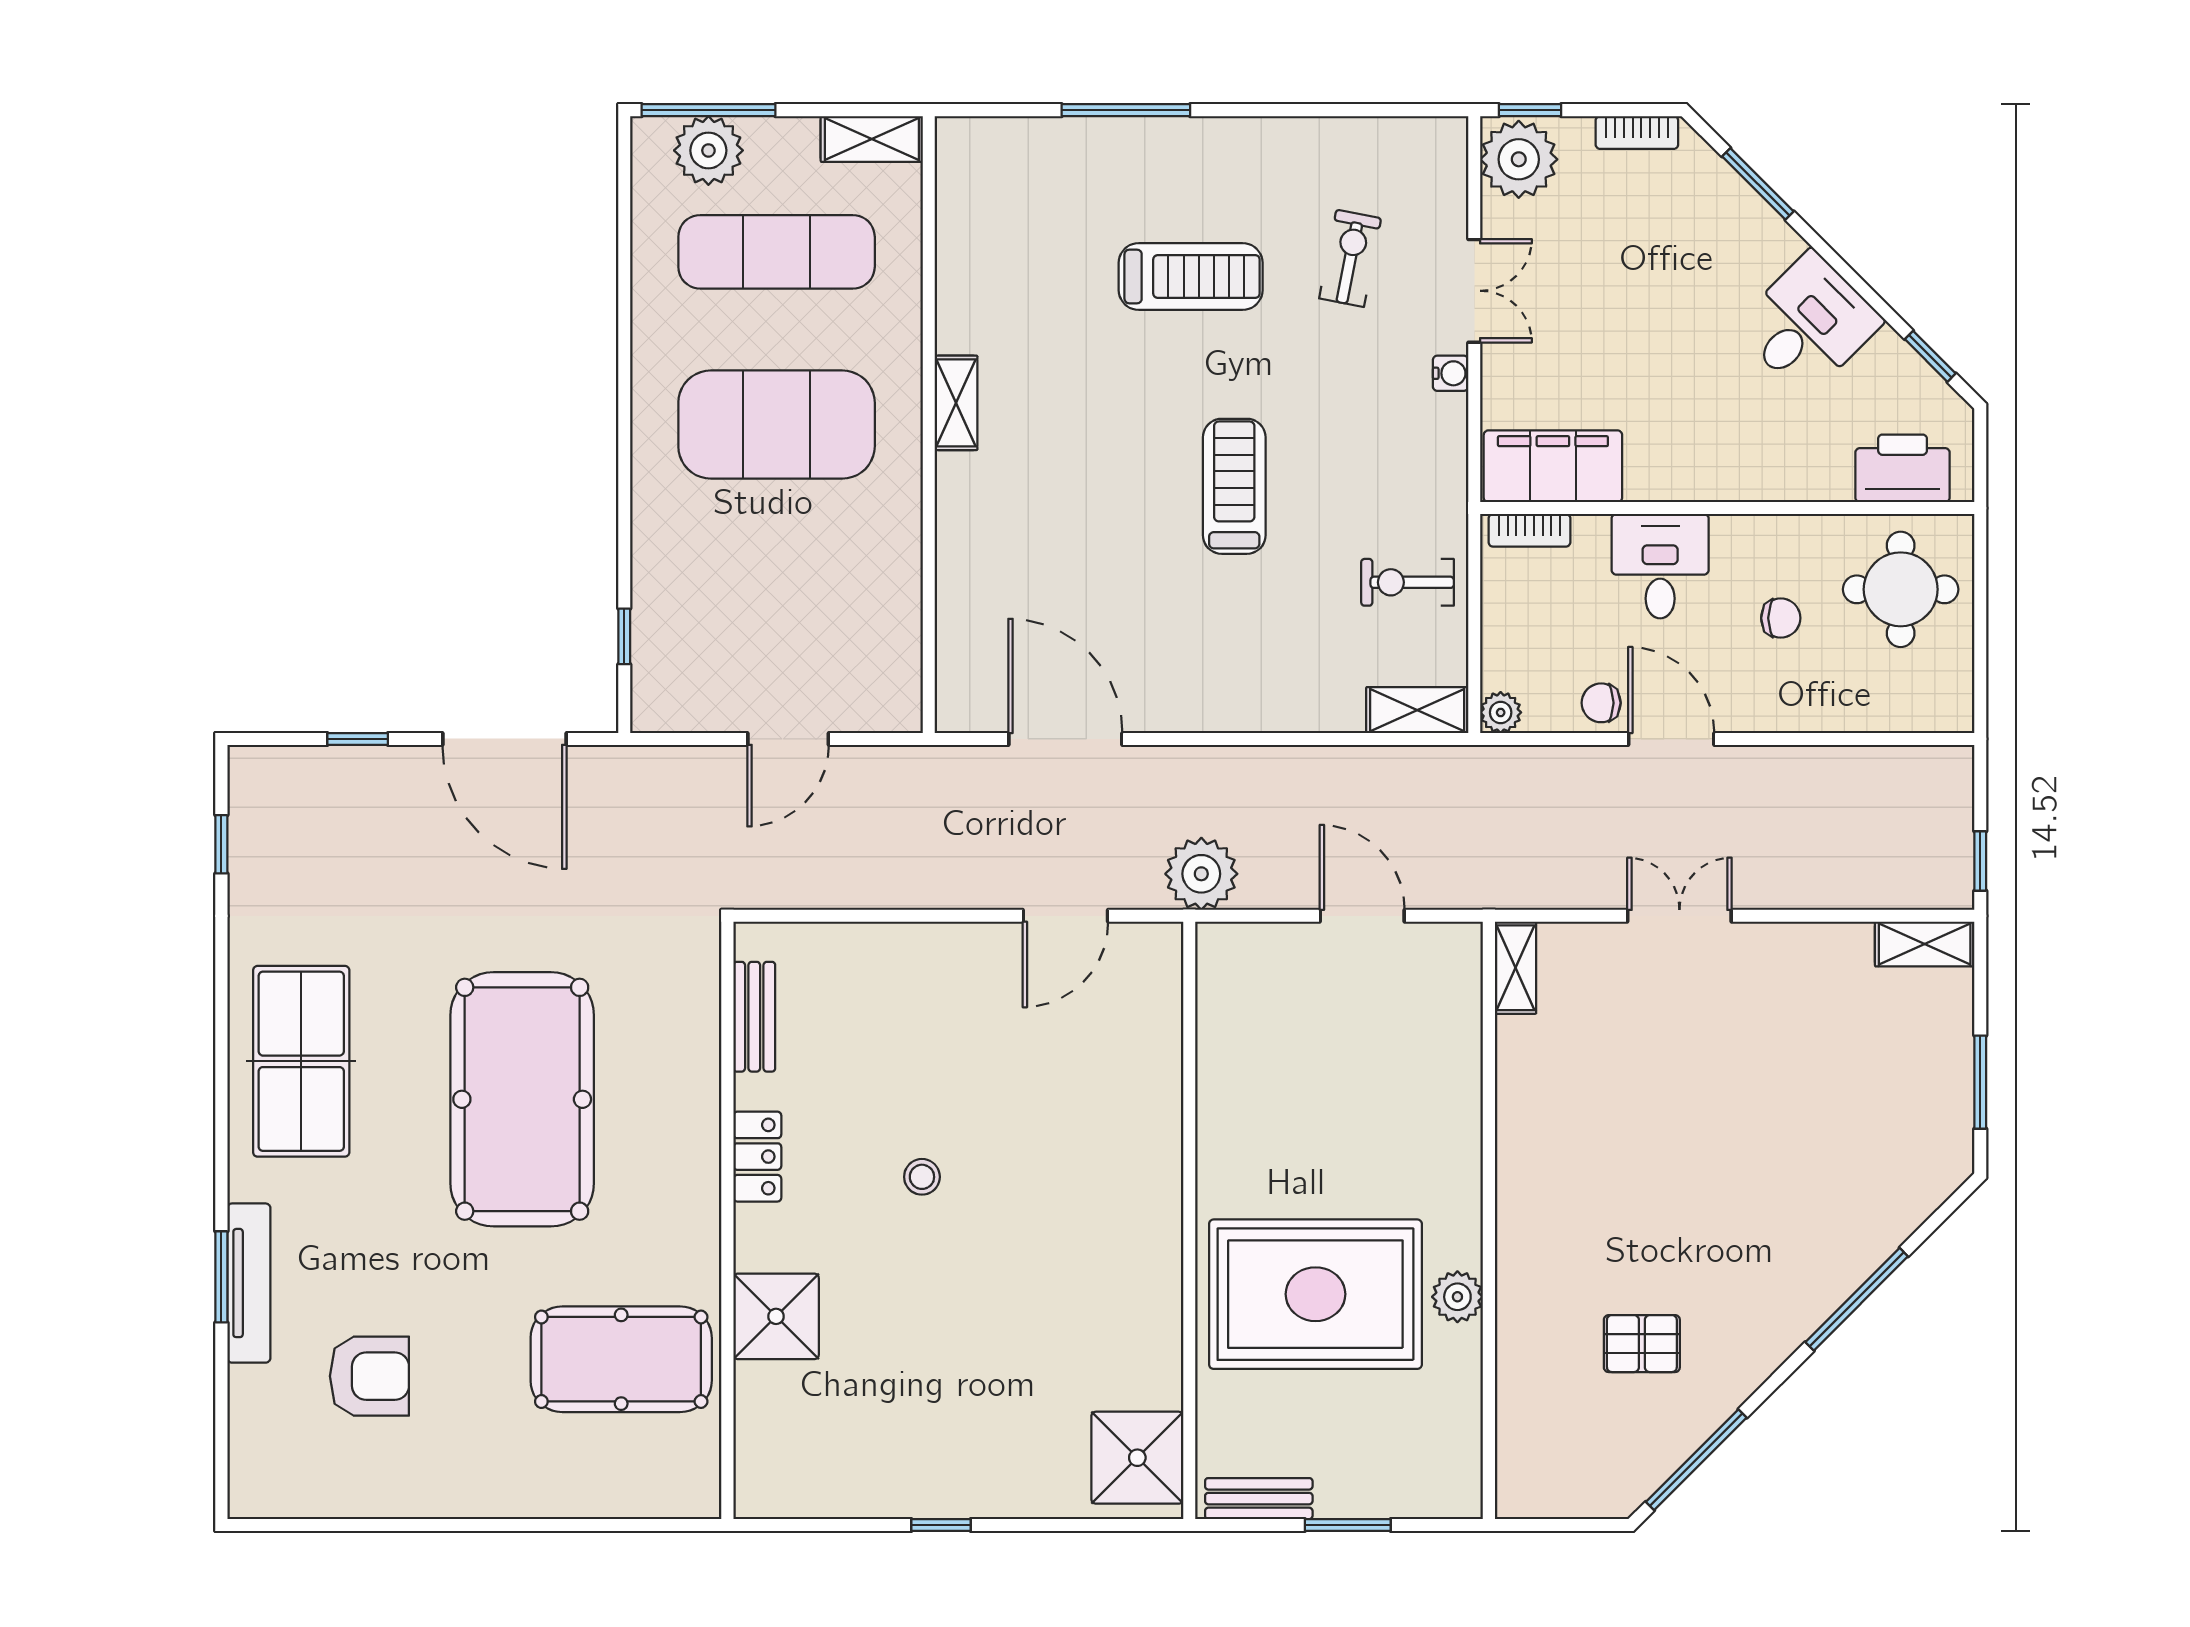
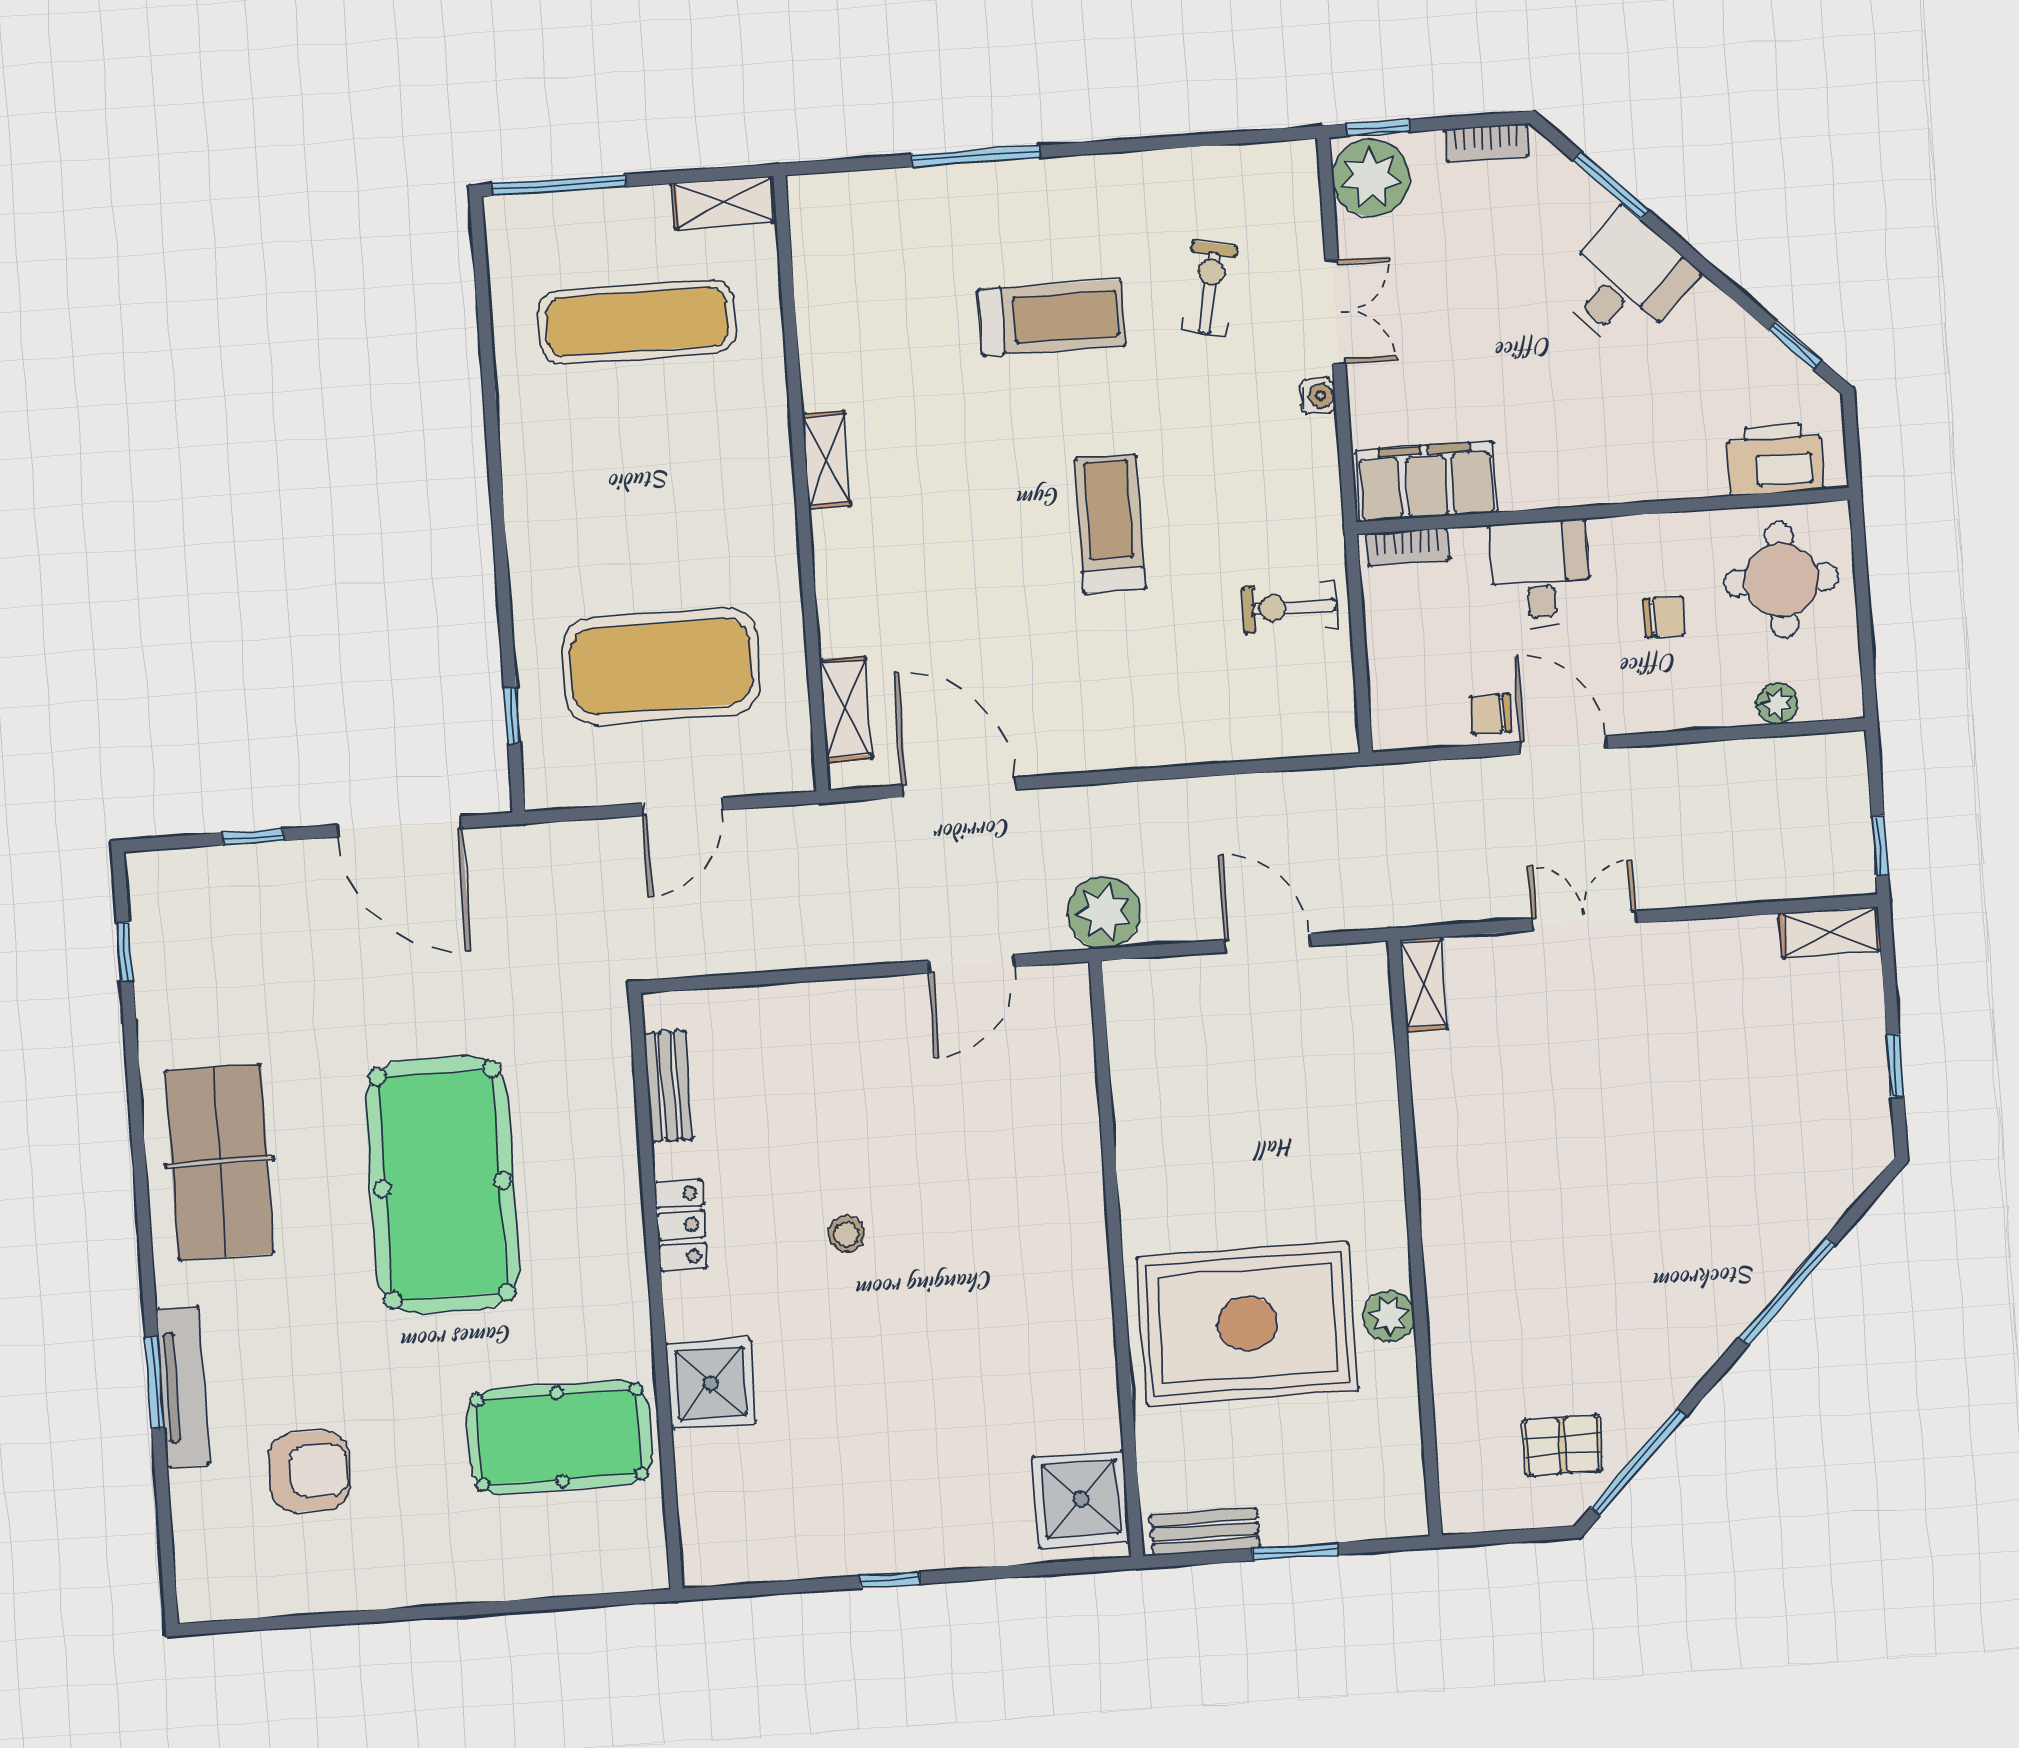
plant: (708, 150) -> (562, 225), removed
desk: (1808, 324) -> (1625, 282), moved
exercise mat: (777, 425) -> (661, 666), moved
shelving: (1417, 710) -> (846, 709), moved, turned 90
plant: (1501, 712) -> (1777, 704), moved
window: (1980, 1082) -> (1895, 1066), width x0.67
pallet: (1642, 1344) -> (1563, 1445), moved

